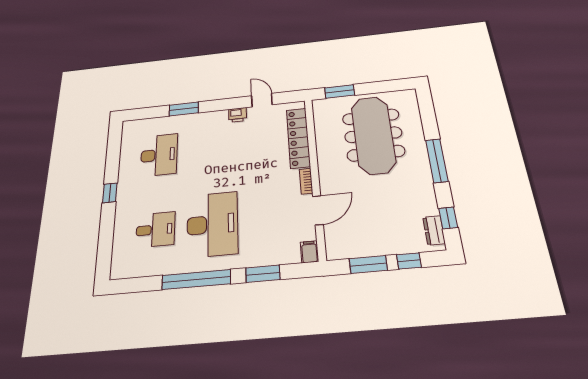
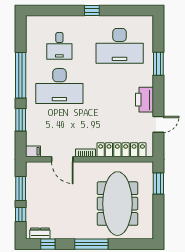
printer: (238, 115) -> (144, 100), width x1.87, depth x1.48
meeting table: (373, 135) -> (117, 204), turned 90
desk: (159, 155) -> (120, 46), width x1.36, depth x1.30

